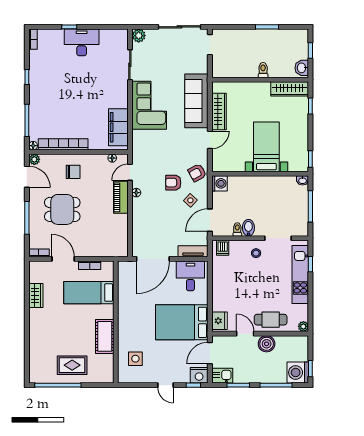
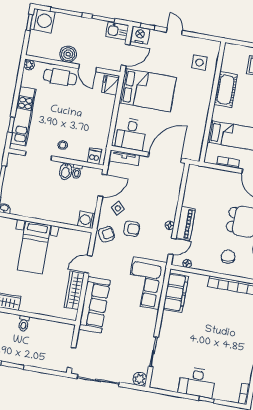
corner sofa: (149, 105) -> (146, 283), moved
chair: (73, 172) -> (228, 257), turned 82

